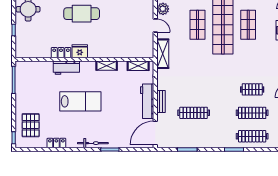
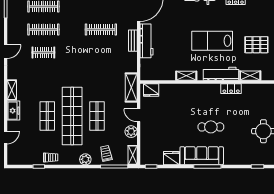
cafe table: (82, 14) -> (211, 127), width x0.73, depth x0.74
fridge: (80, 51) -> (151, 90), moved
shelving: (138, 66) -> (250, 76), moved
workbench: (66, 68) -> (221, 74), width x1.38
pallet: (31, 125) -> (256, 45), moved, turned 90

